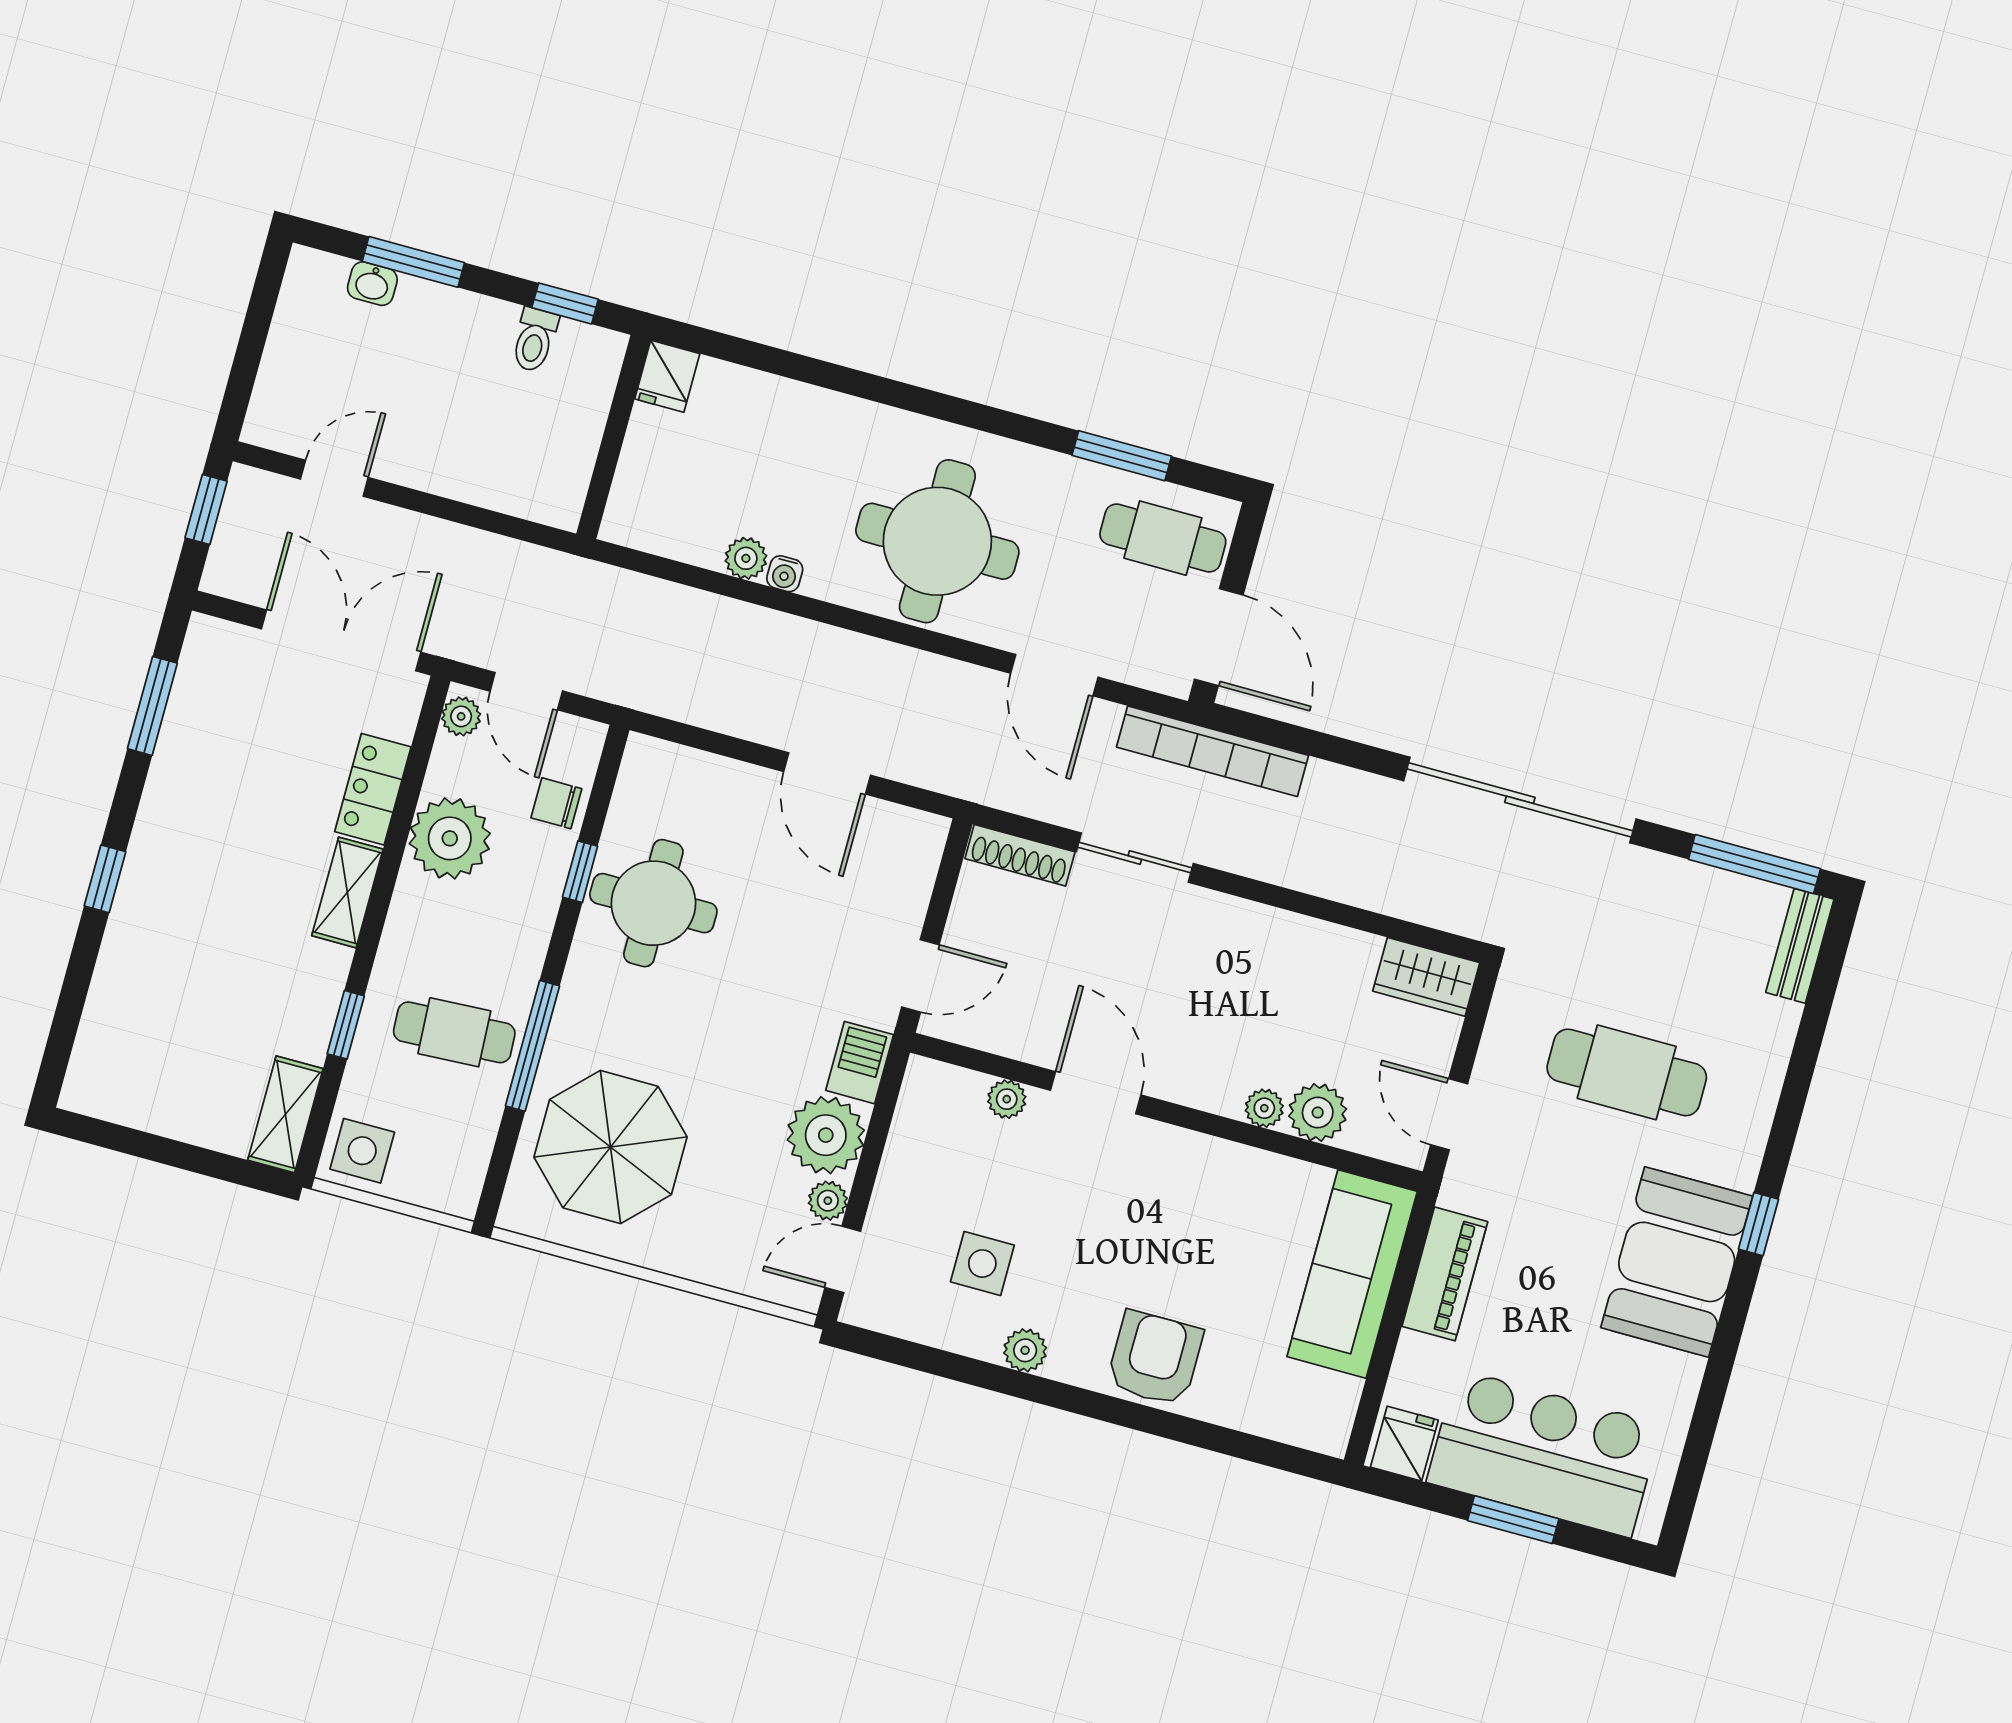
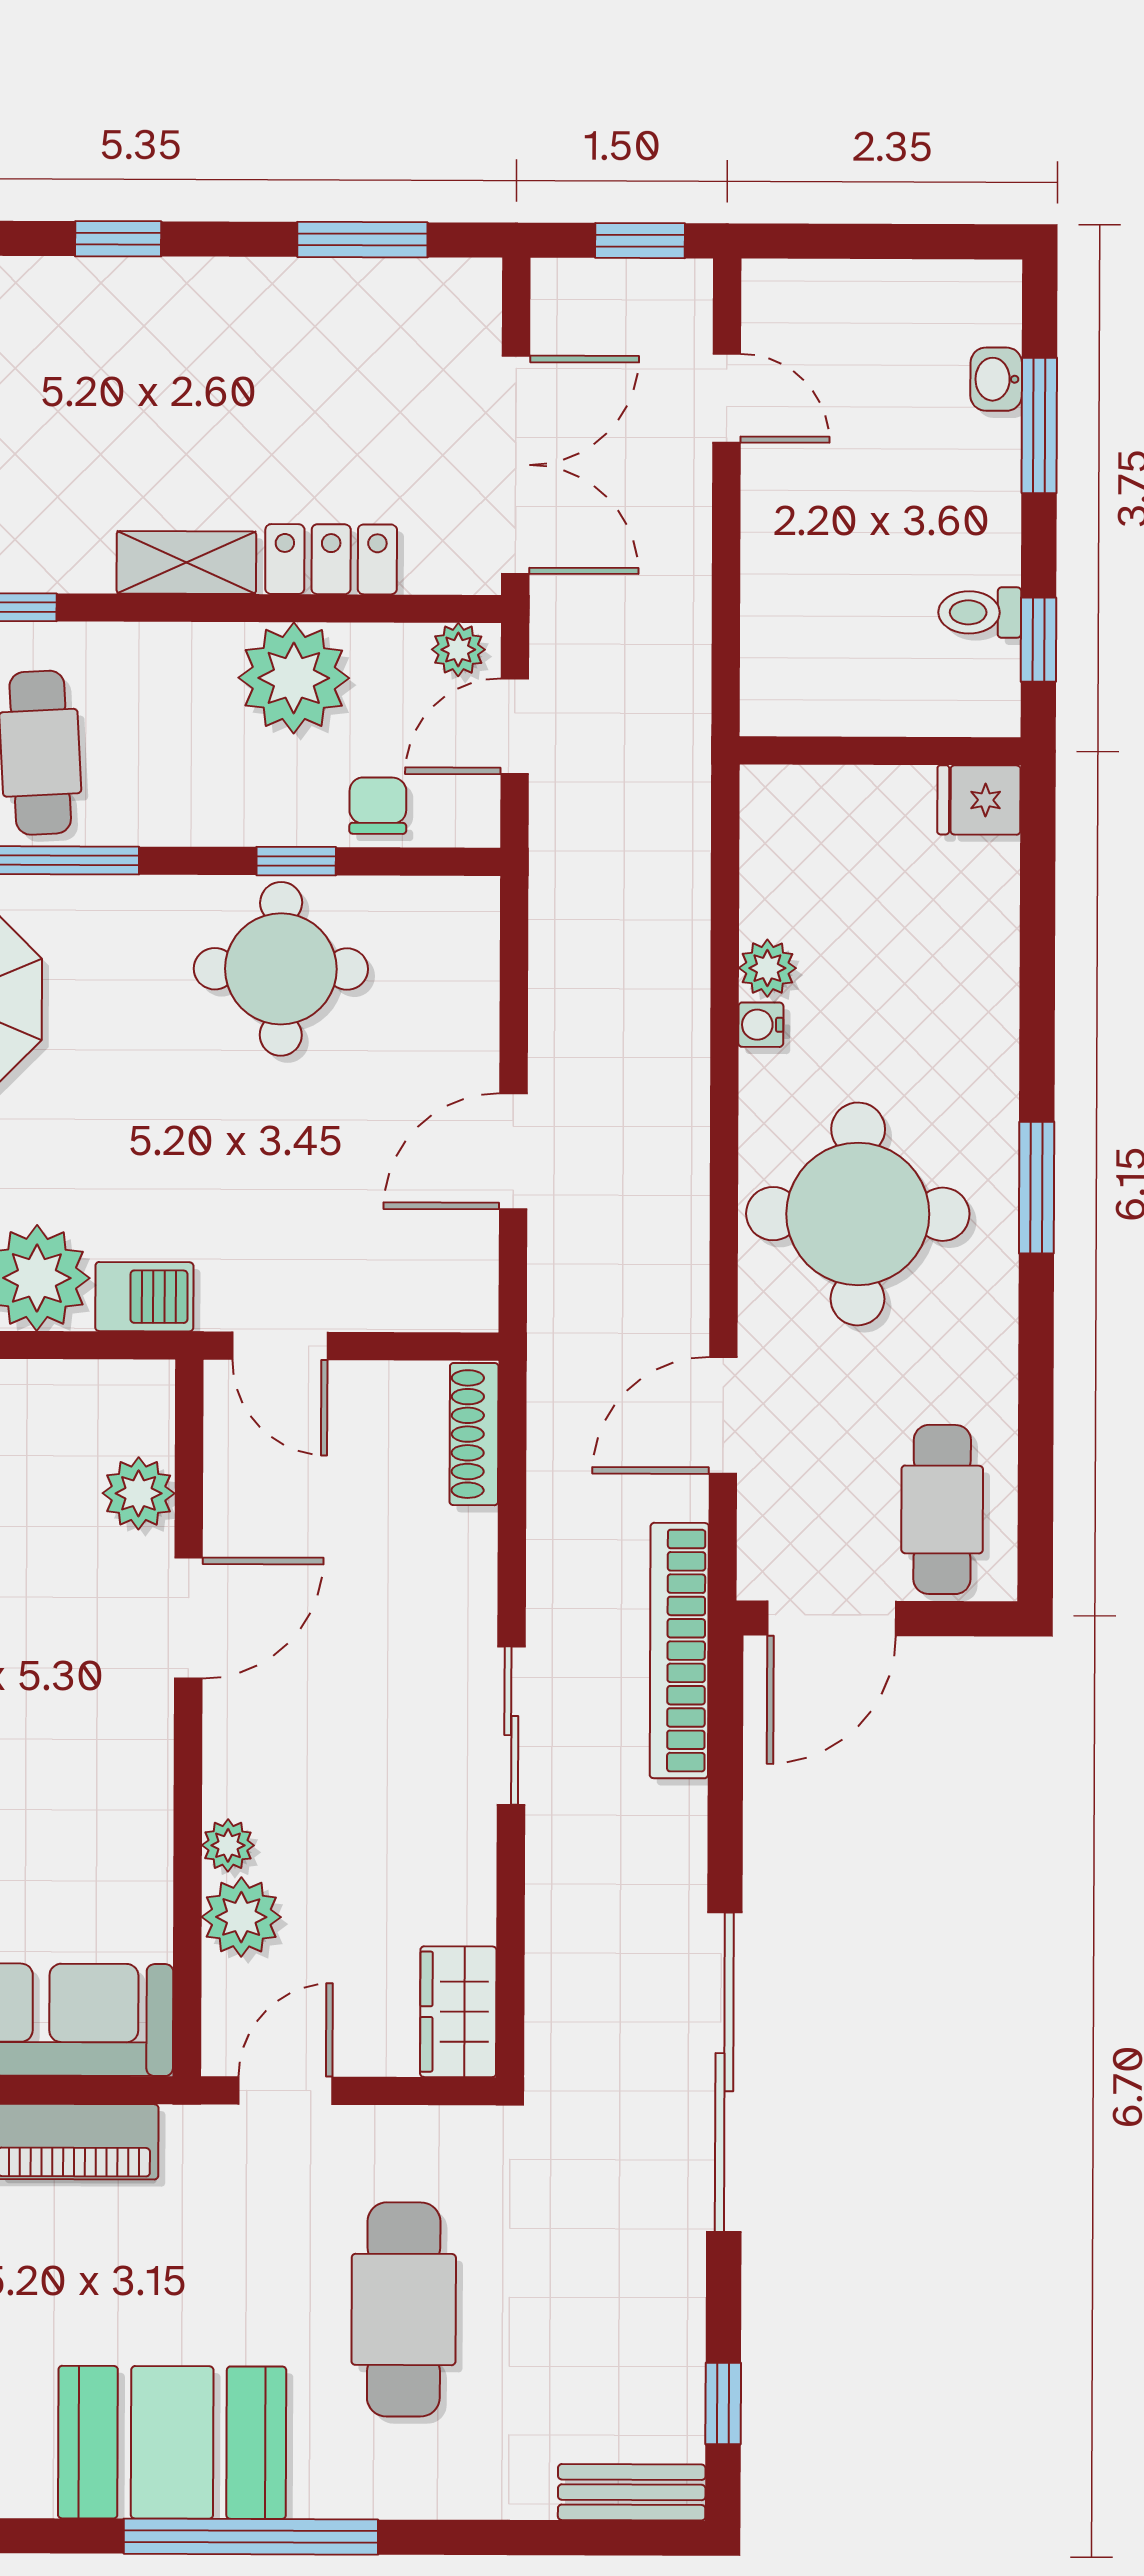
window: (1122, 456) -> (1037, 1188), moved
sliding door: (1135, 858) -> (511, 1726), moved
window: (1754, 864) -> (723, 2404), width x0.46
plant: (1007, 1099) -> (139, 1493), width x1.38, depth x1.38
window: (1758, 1224) -> (251, 2537), width x3.17

